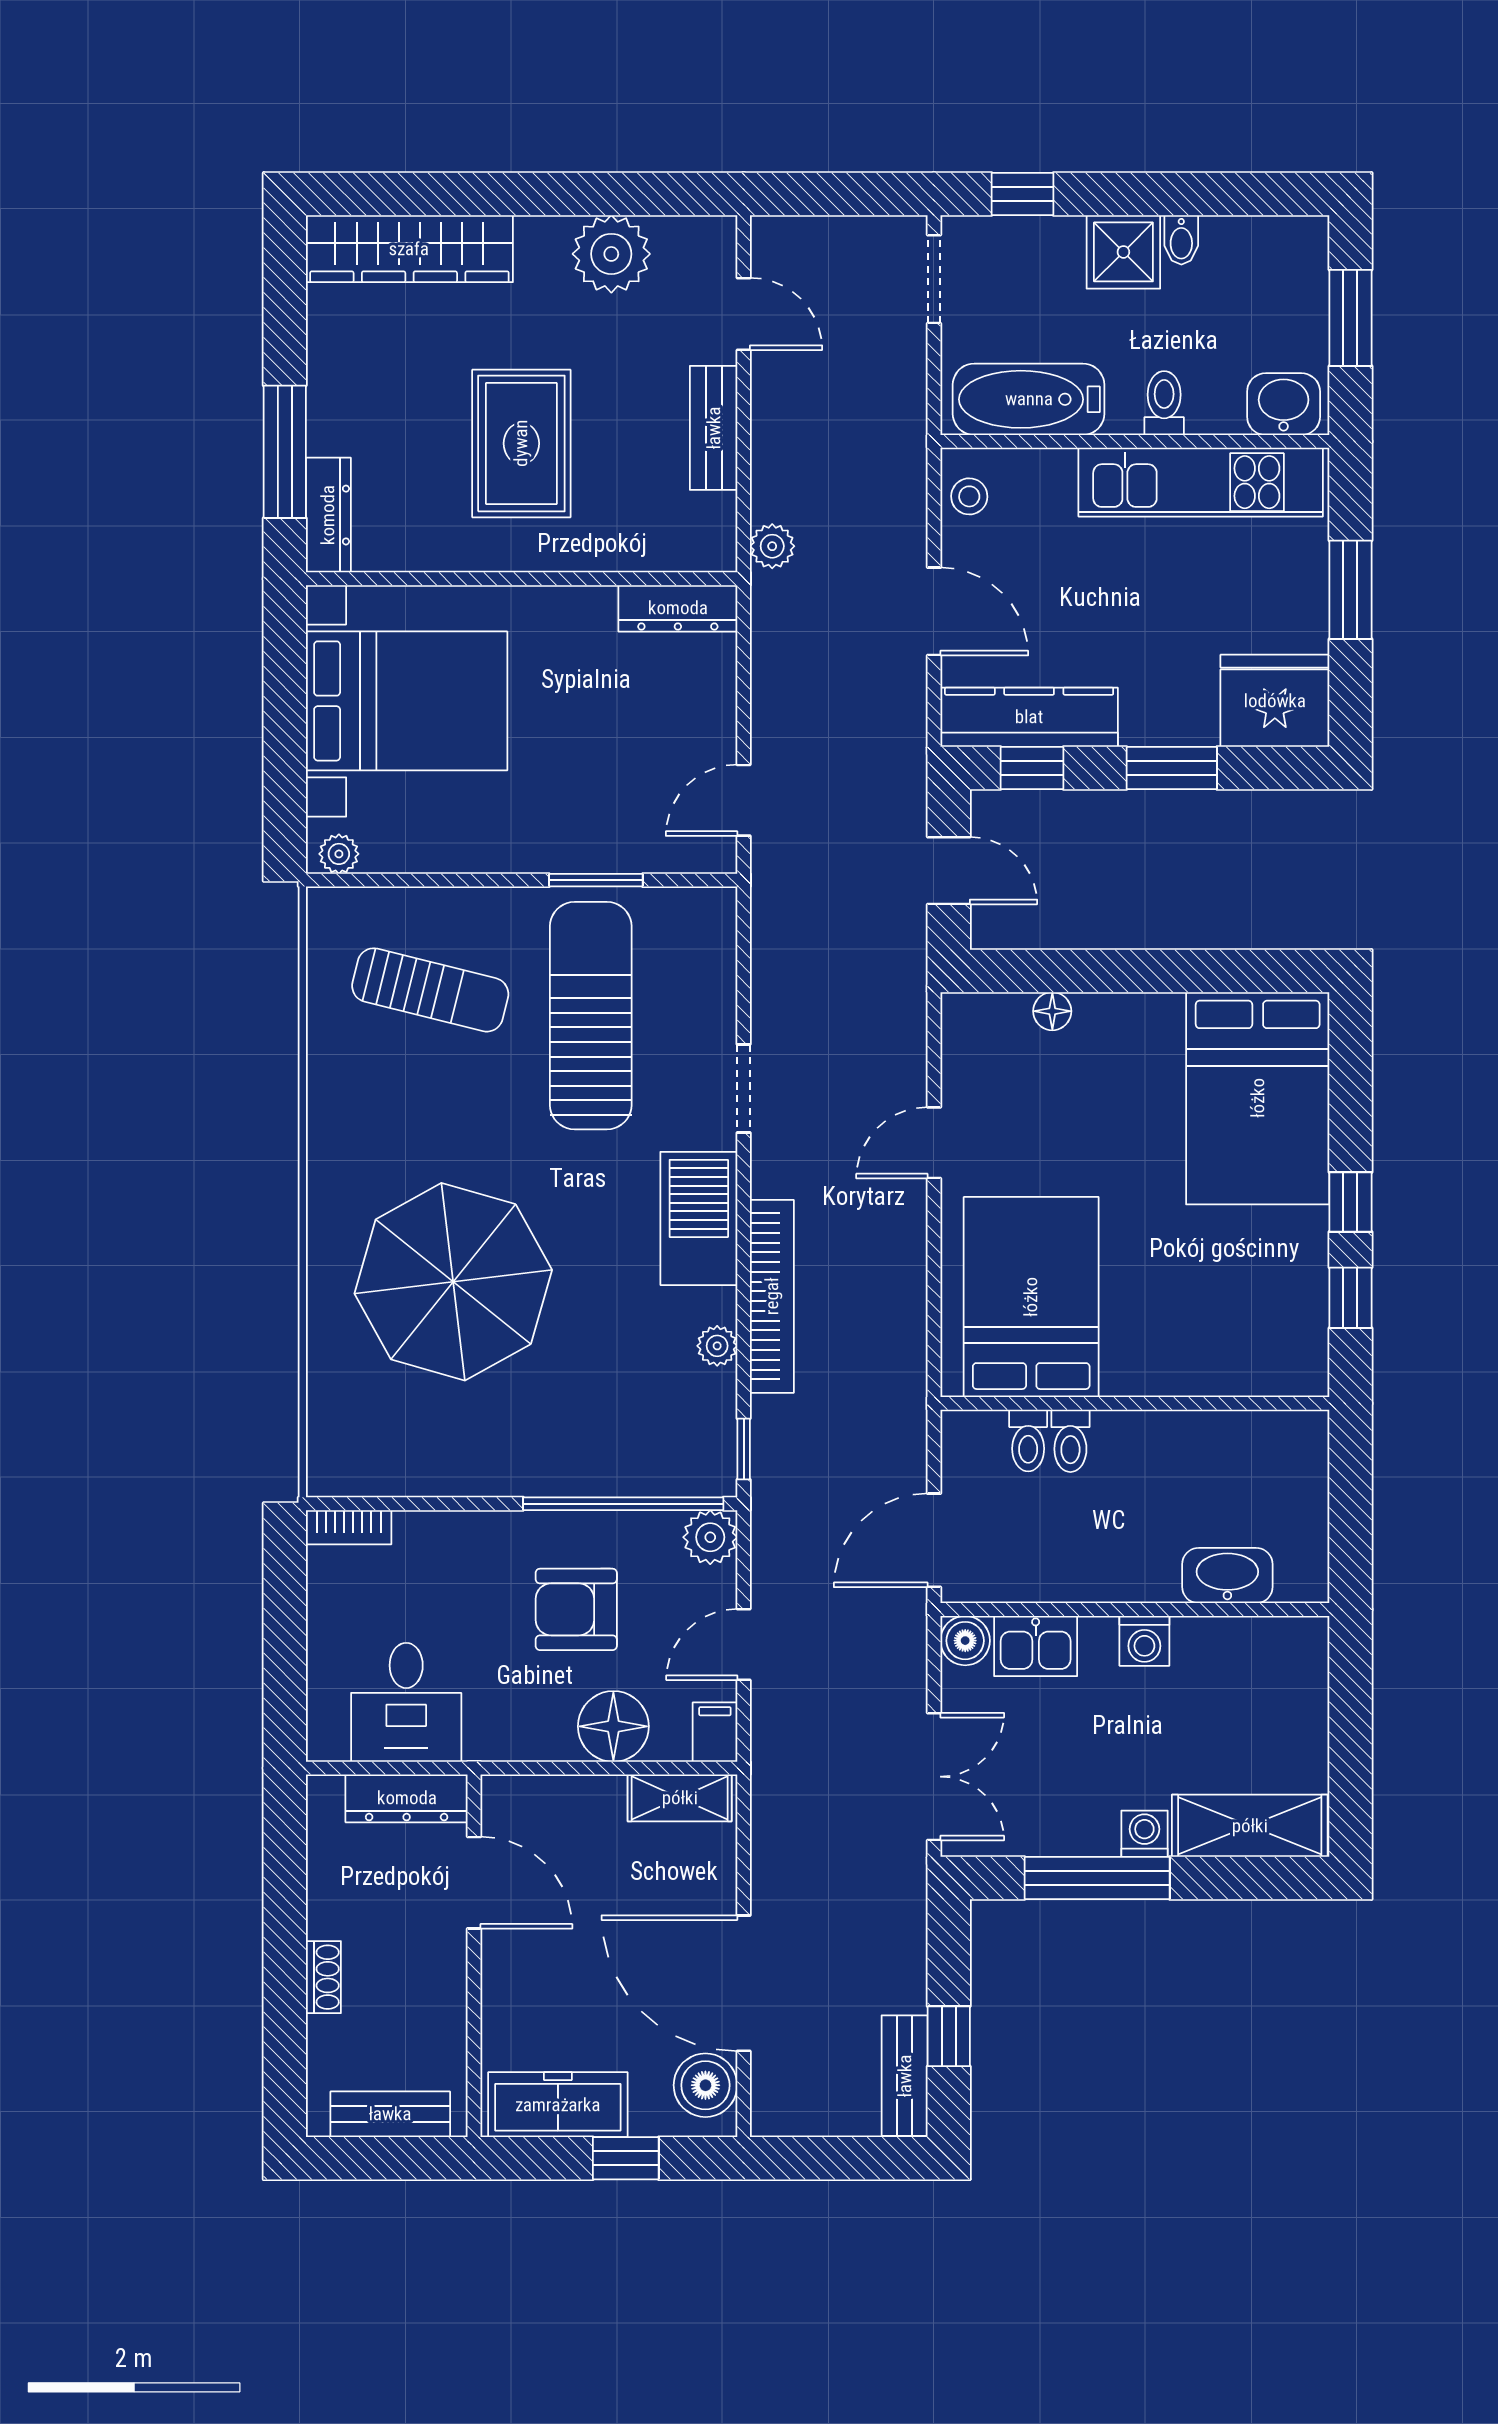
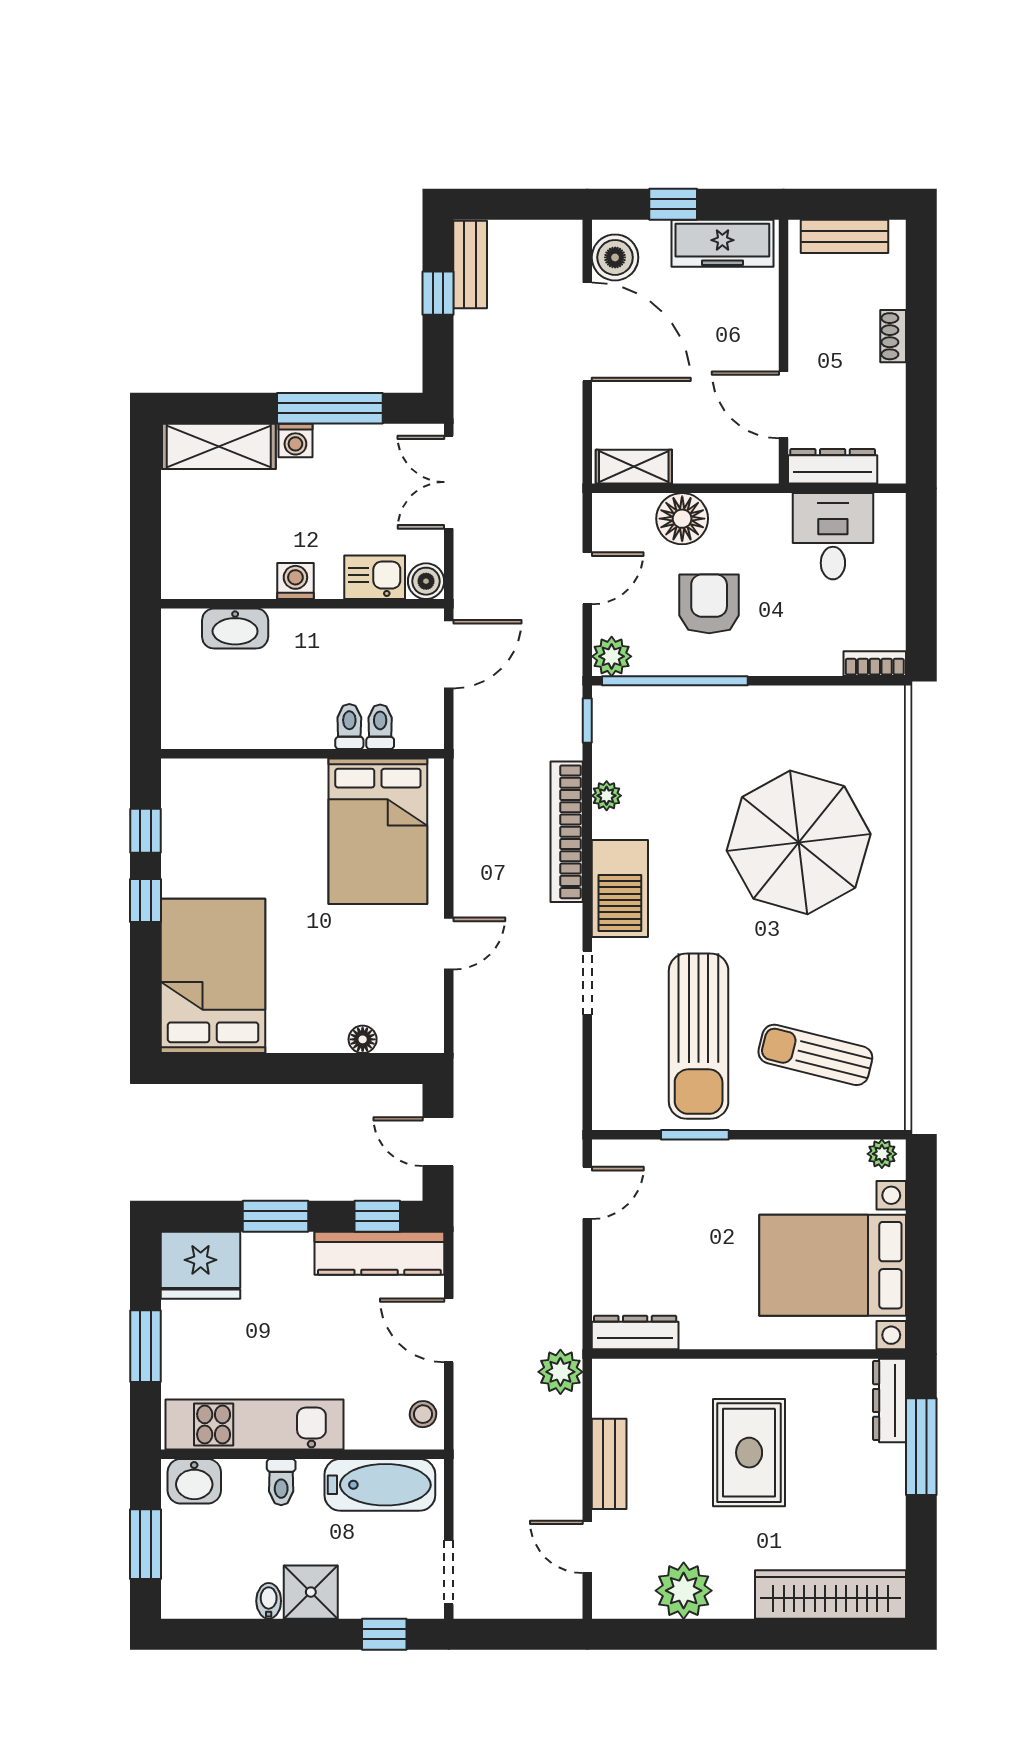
plant: (772, 546) -> (560, 1372), width x1.38, depth x1.38
armchair: (576, 1609) -> (709, 604), turned -90
filing cabinet: (715, 1732) -> (608, 515), removed

